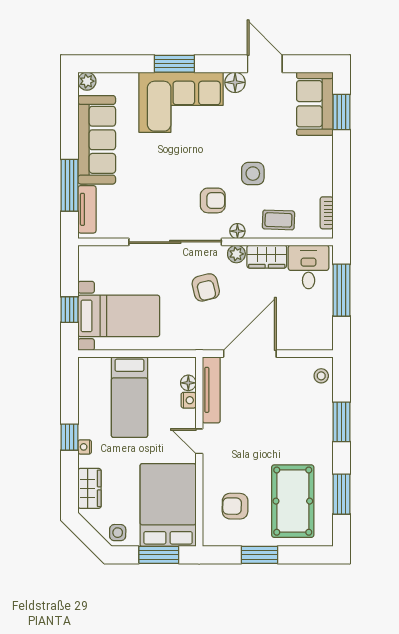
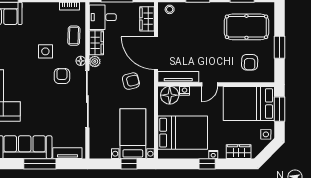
window: (70, 185) -> (40, 164), moved
armchair: (206, 287) -> (131, 81), moved
wardrobe: (306, 339) -> (147, 19), added
floor lamp: (188, 383) -> (170, 95), width x1.89, depth x1.89
bed: (129, 397) -> (183, 133), width x1.50

